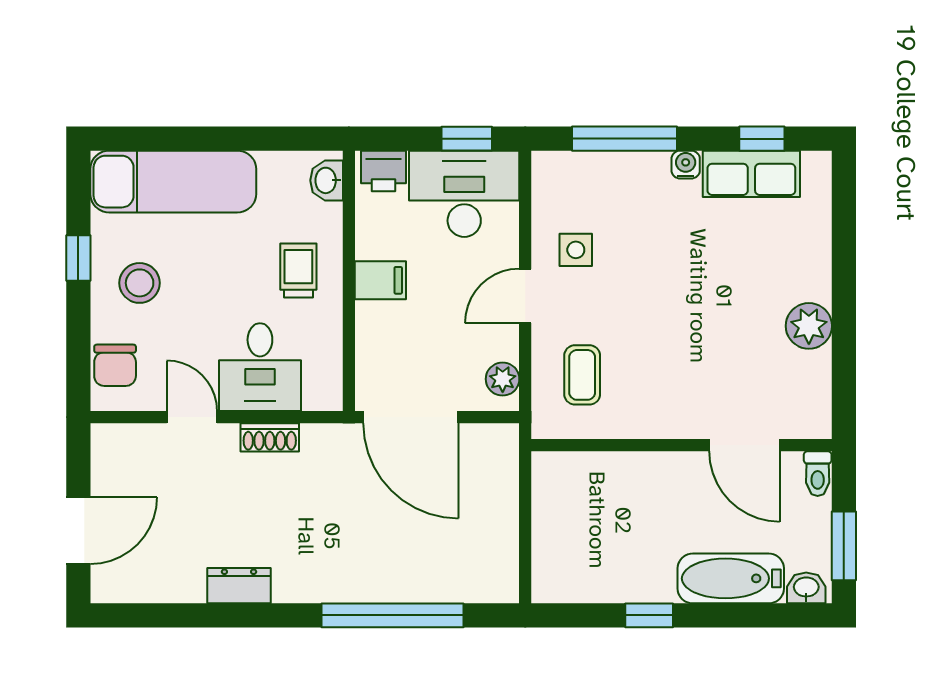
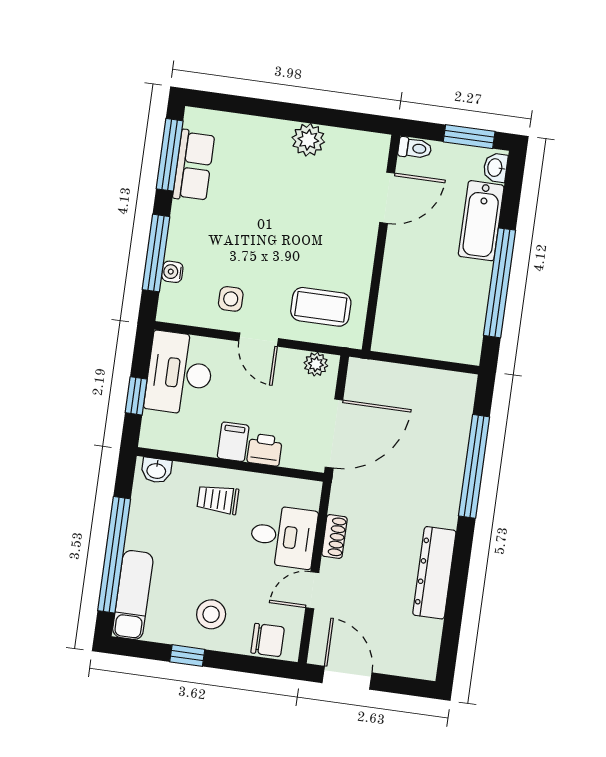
window: (203, 139) -> (114, 555), added
window: (467, 139) -> (136, 396), moved
window: (762, 139) -> (170, 155), width x2.17
water cooler: (686, 165) -> (172, 272), moved
printer: (384, 171) -> (265, 450), moved, turned -90
exam couch: (173, 182) -> (133, 595), width x0.73, depth x0.69
coffee table: (582, 375) -> (321, 307), width x1.36, depth x1.30
door: (78, 530) -> (347, 678), moved
dresser: (239, 586) -> (434, 573), width x1.96, depth x1.24
window: (649, 615) -> (500, 283), width x3.17

